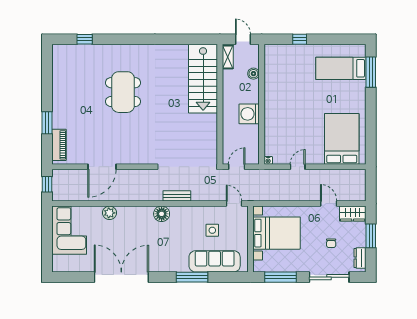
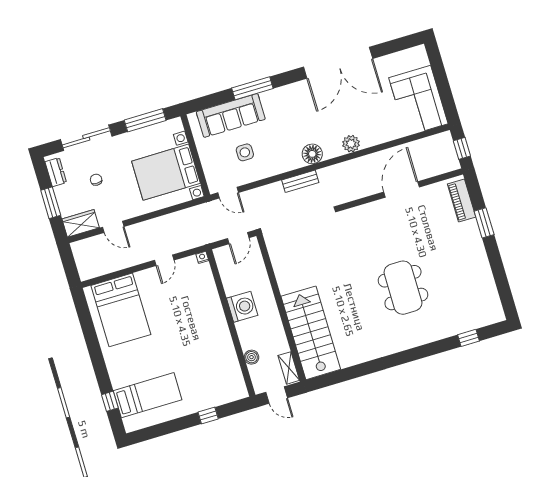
window: (371, 72) -> (110, 401), width x0.46
plant: (110, 213) -> (351, 144), moved

